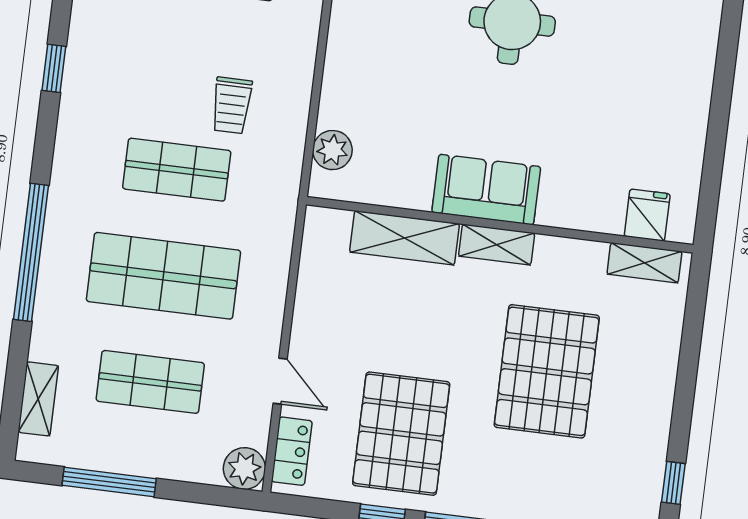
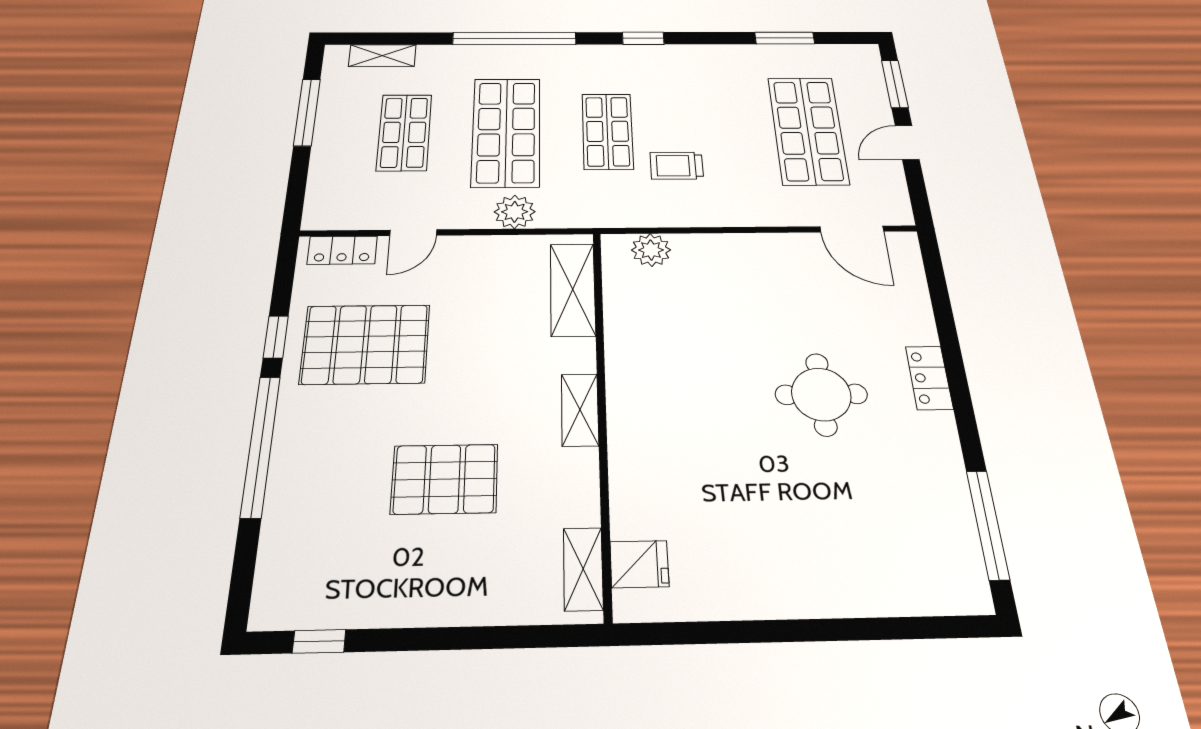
window: (54, 68) -> (643, 38), moved
sofa: (486, 190) -> (637, 392), removed
shelving: (405, 238) -> (573, 289), moved
pallet: (547, 371) -> (445, 479), width x0.73, depth x0.71
plant: (244, 468) -> (515, 212), moved

